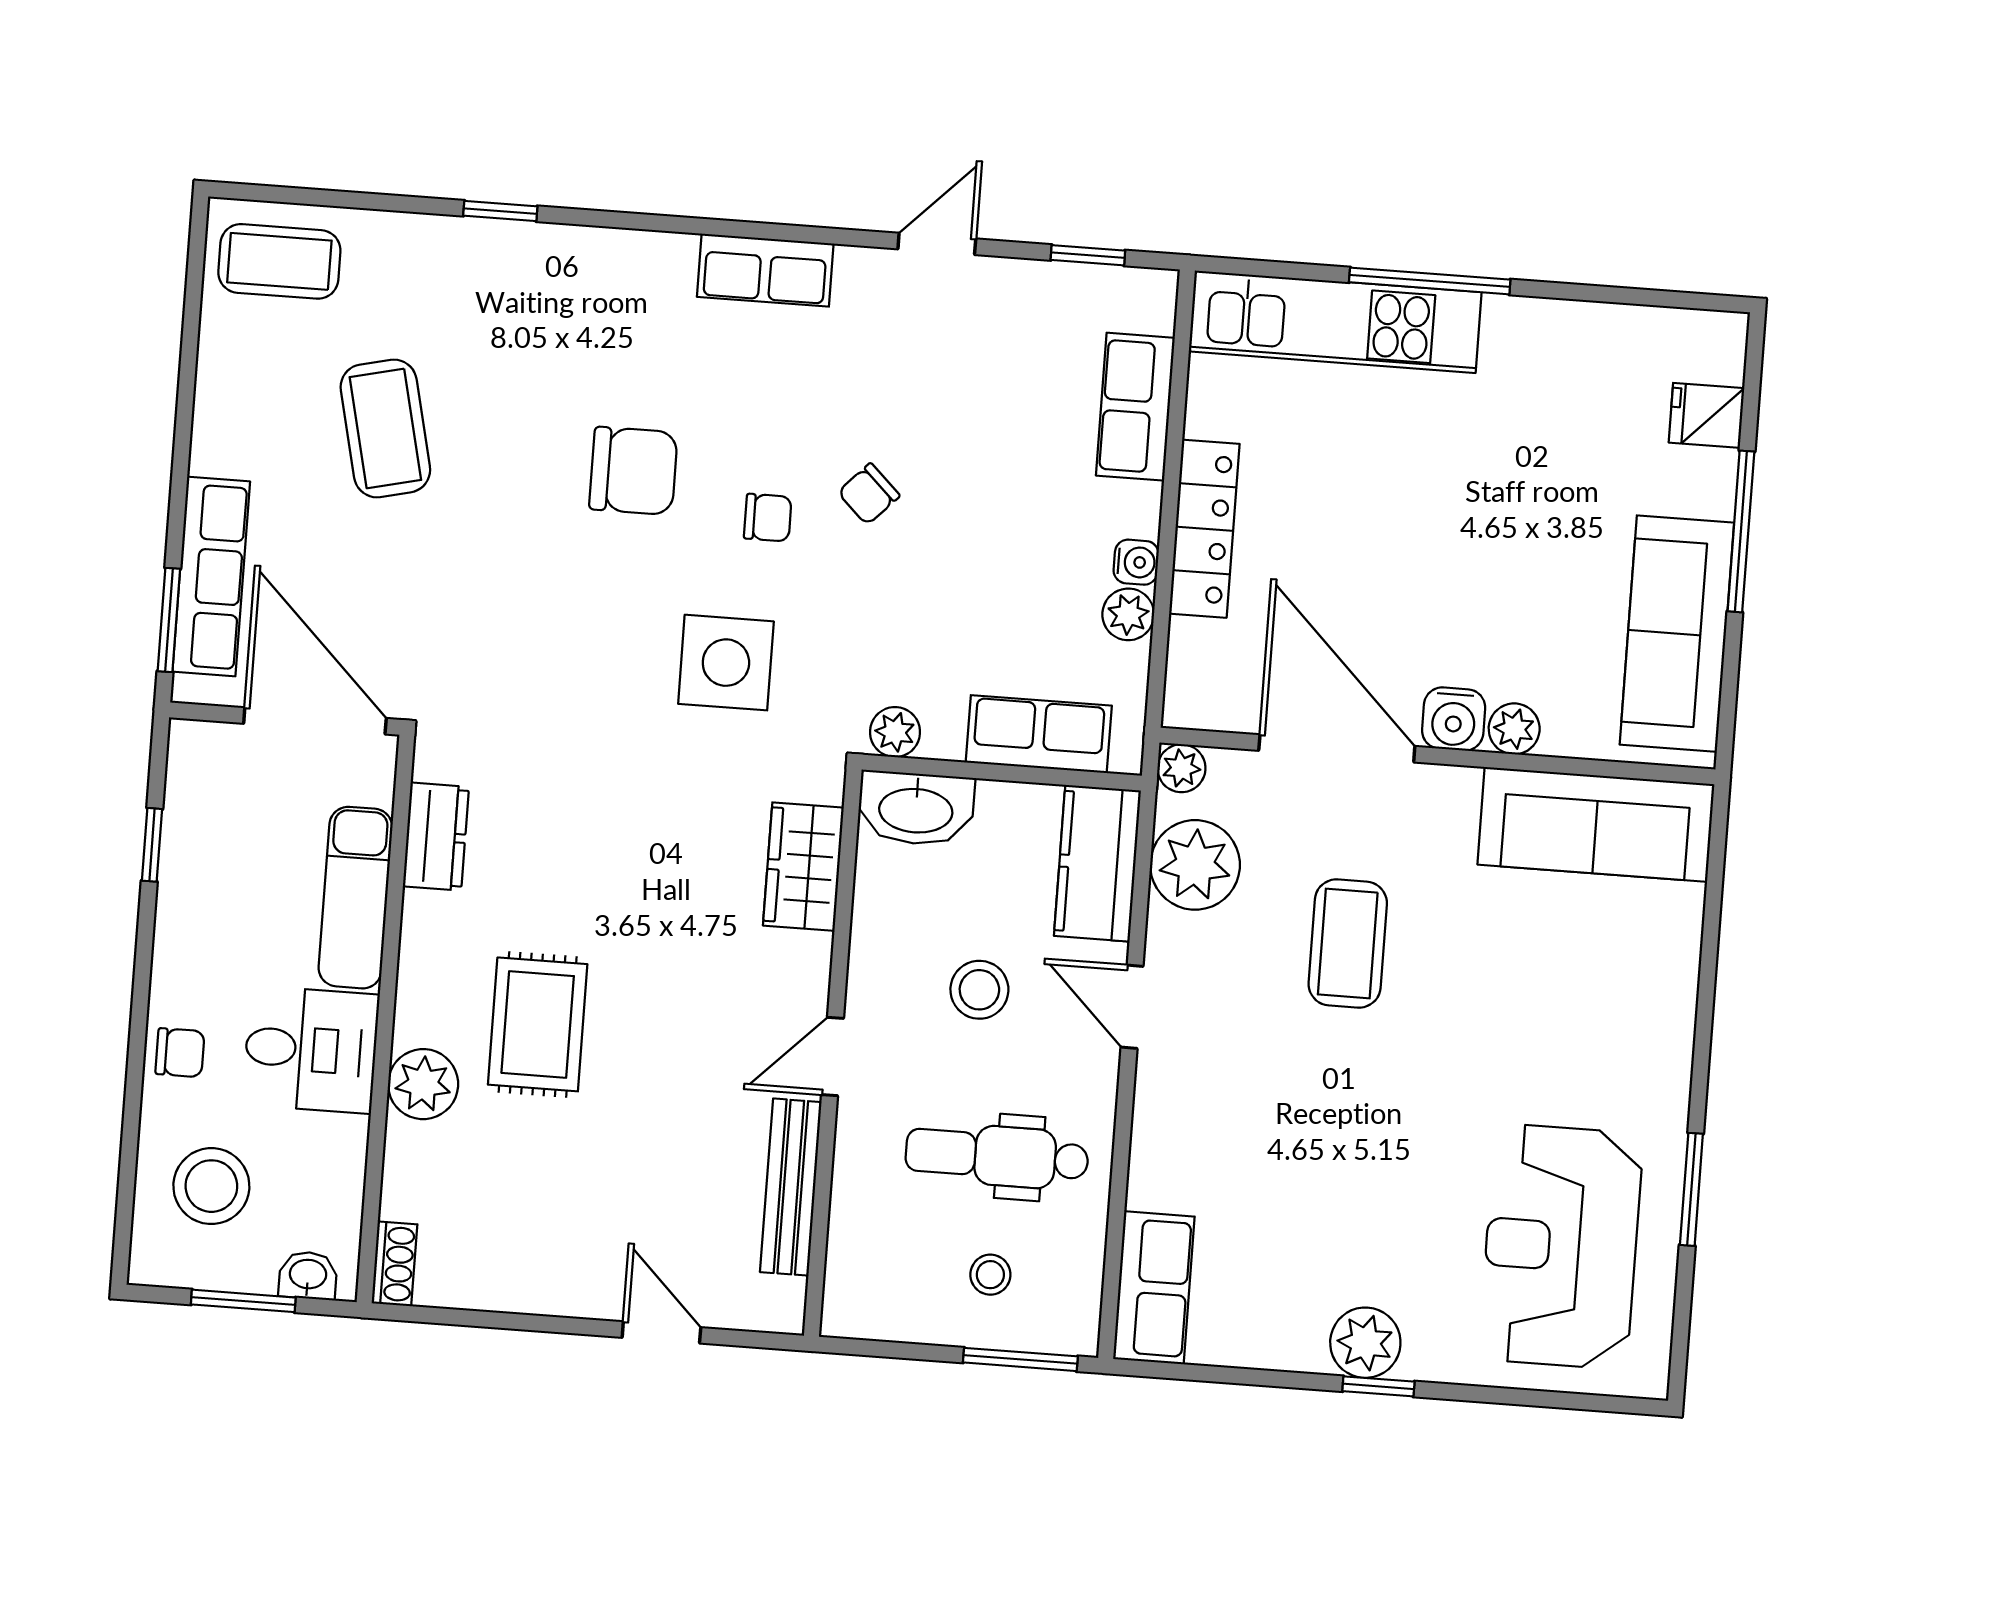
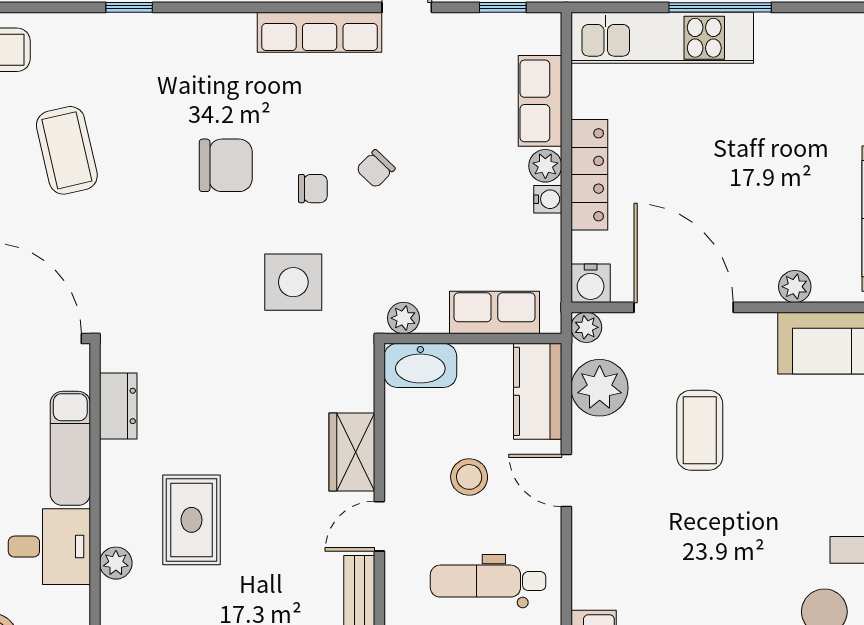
row of seats: (765, 270) -> (320, 32), width x1.48
plant: (1128, 614) -> (545, 166), moved
water cooler: (1454, 719) -> (591, 283), moved
wardrobe: (803, 867) -> (352, 452), moved
plant: (423, 1084) -> (116, 563), width x0.73, depth x0.73

